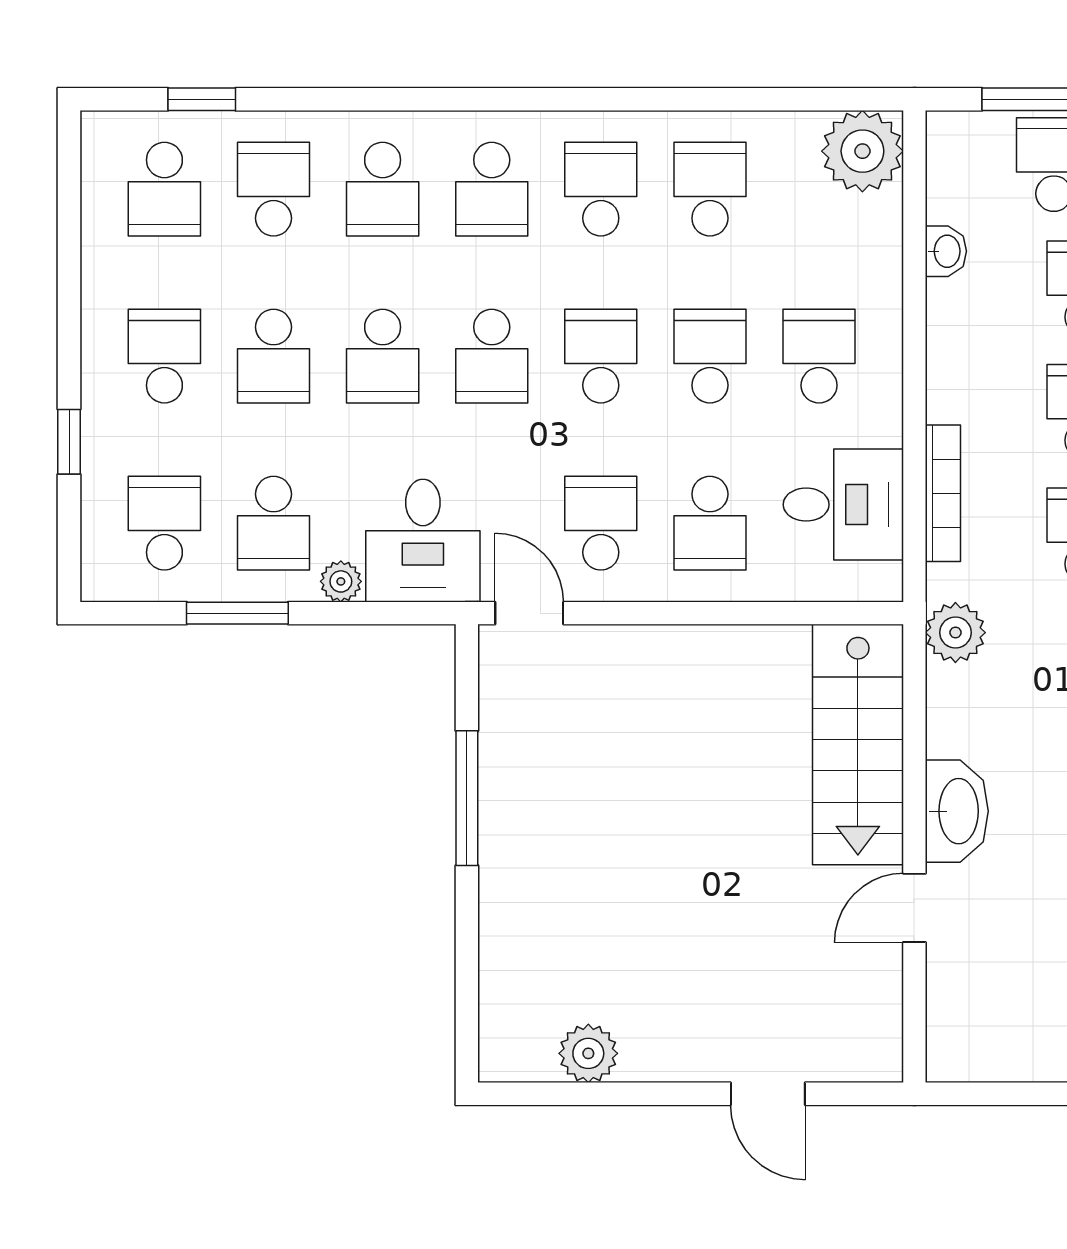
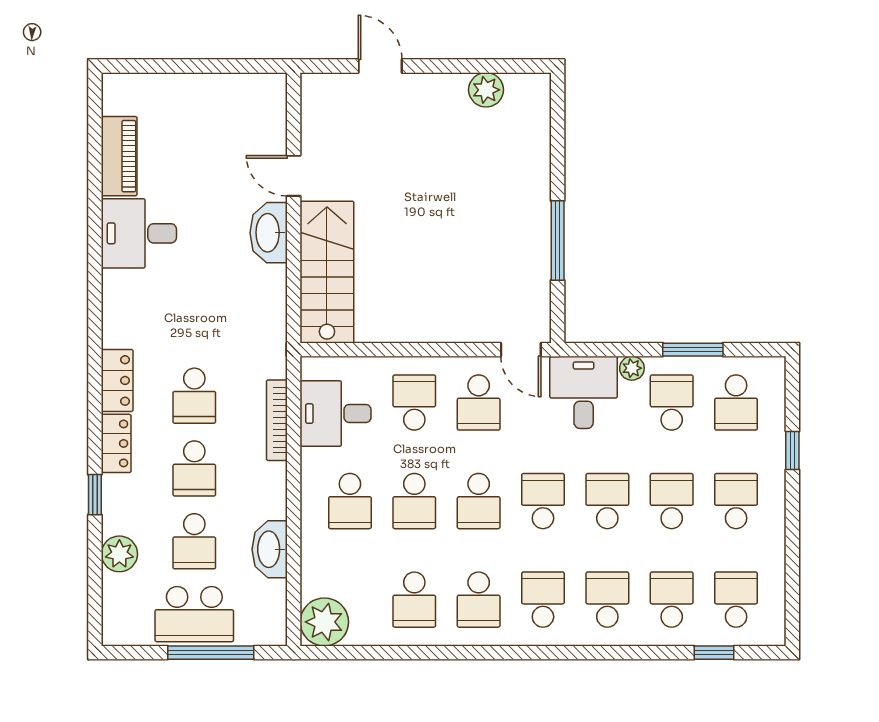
school desk: (273, 189) -> (672, 600), turned 180
washbasin: (946, 251) -> (270, 549), width x1.91, depth x1.45
school desk: (164, 356) -> (736, 501), turned 180
plant: (955, 633) -> (269, 338), removed
door: (914, 908) -> (294, 176), swing flipped

